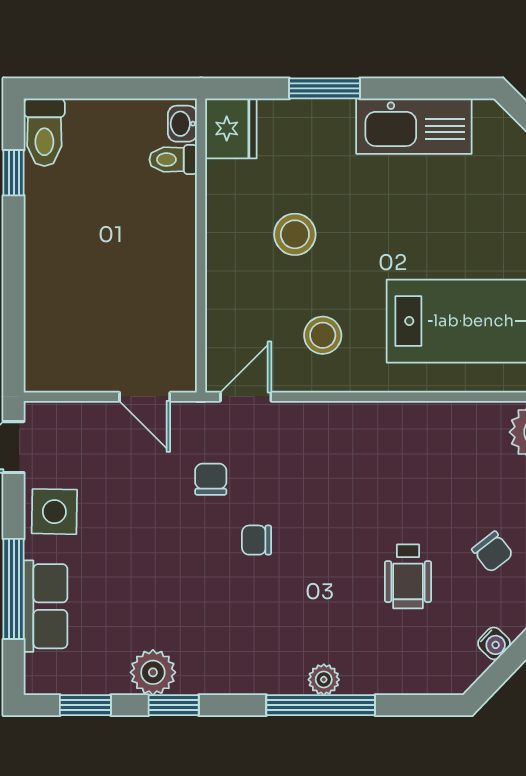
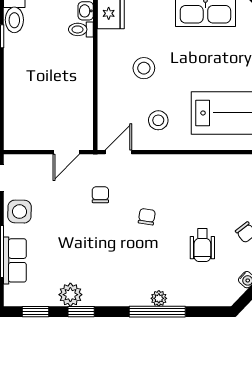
door: (145, 397) -> (66, 152), hinge flipped
chair: (257, 540) -> (147, 217), moved, turned 99

